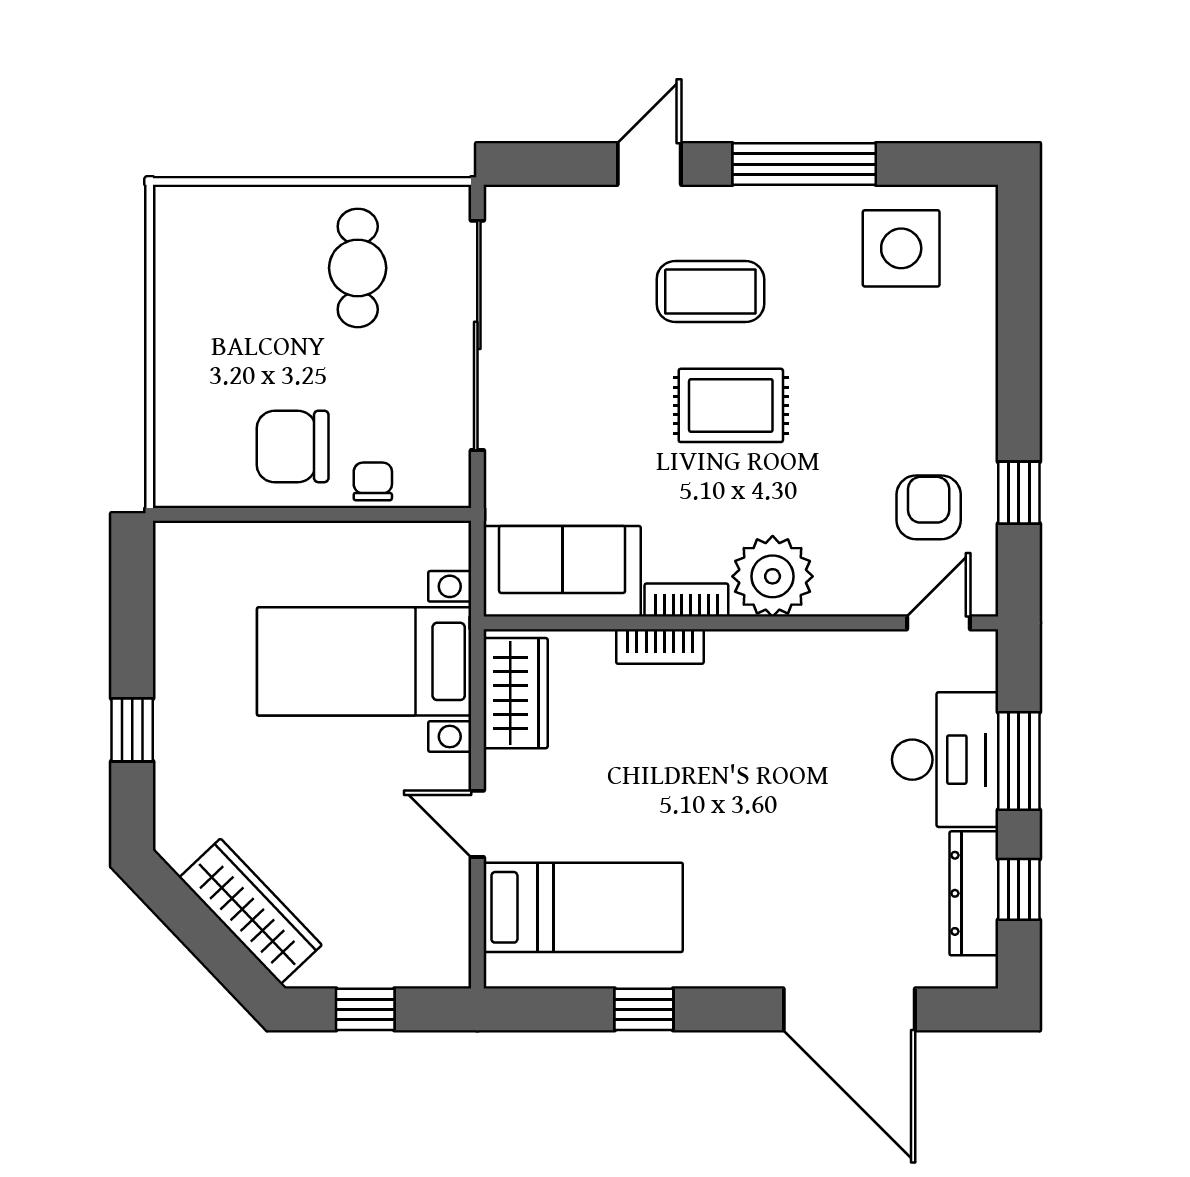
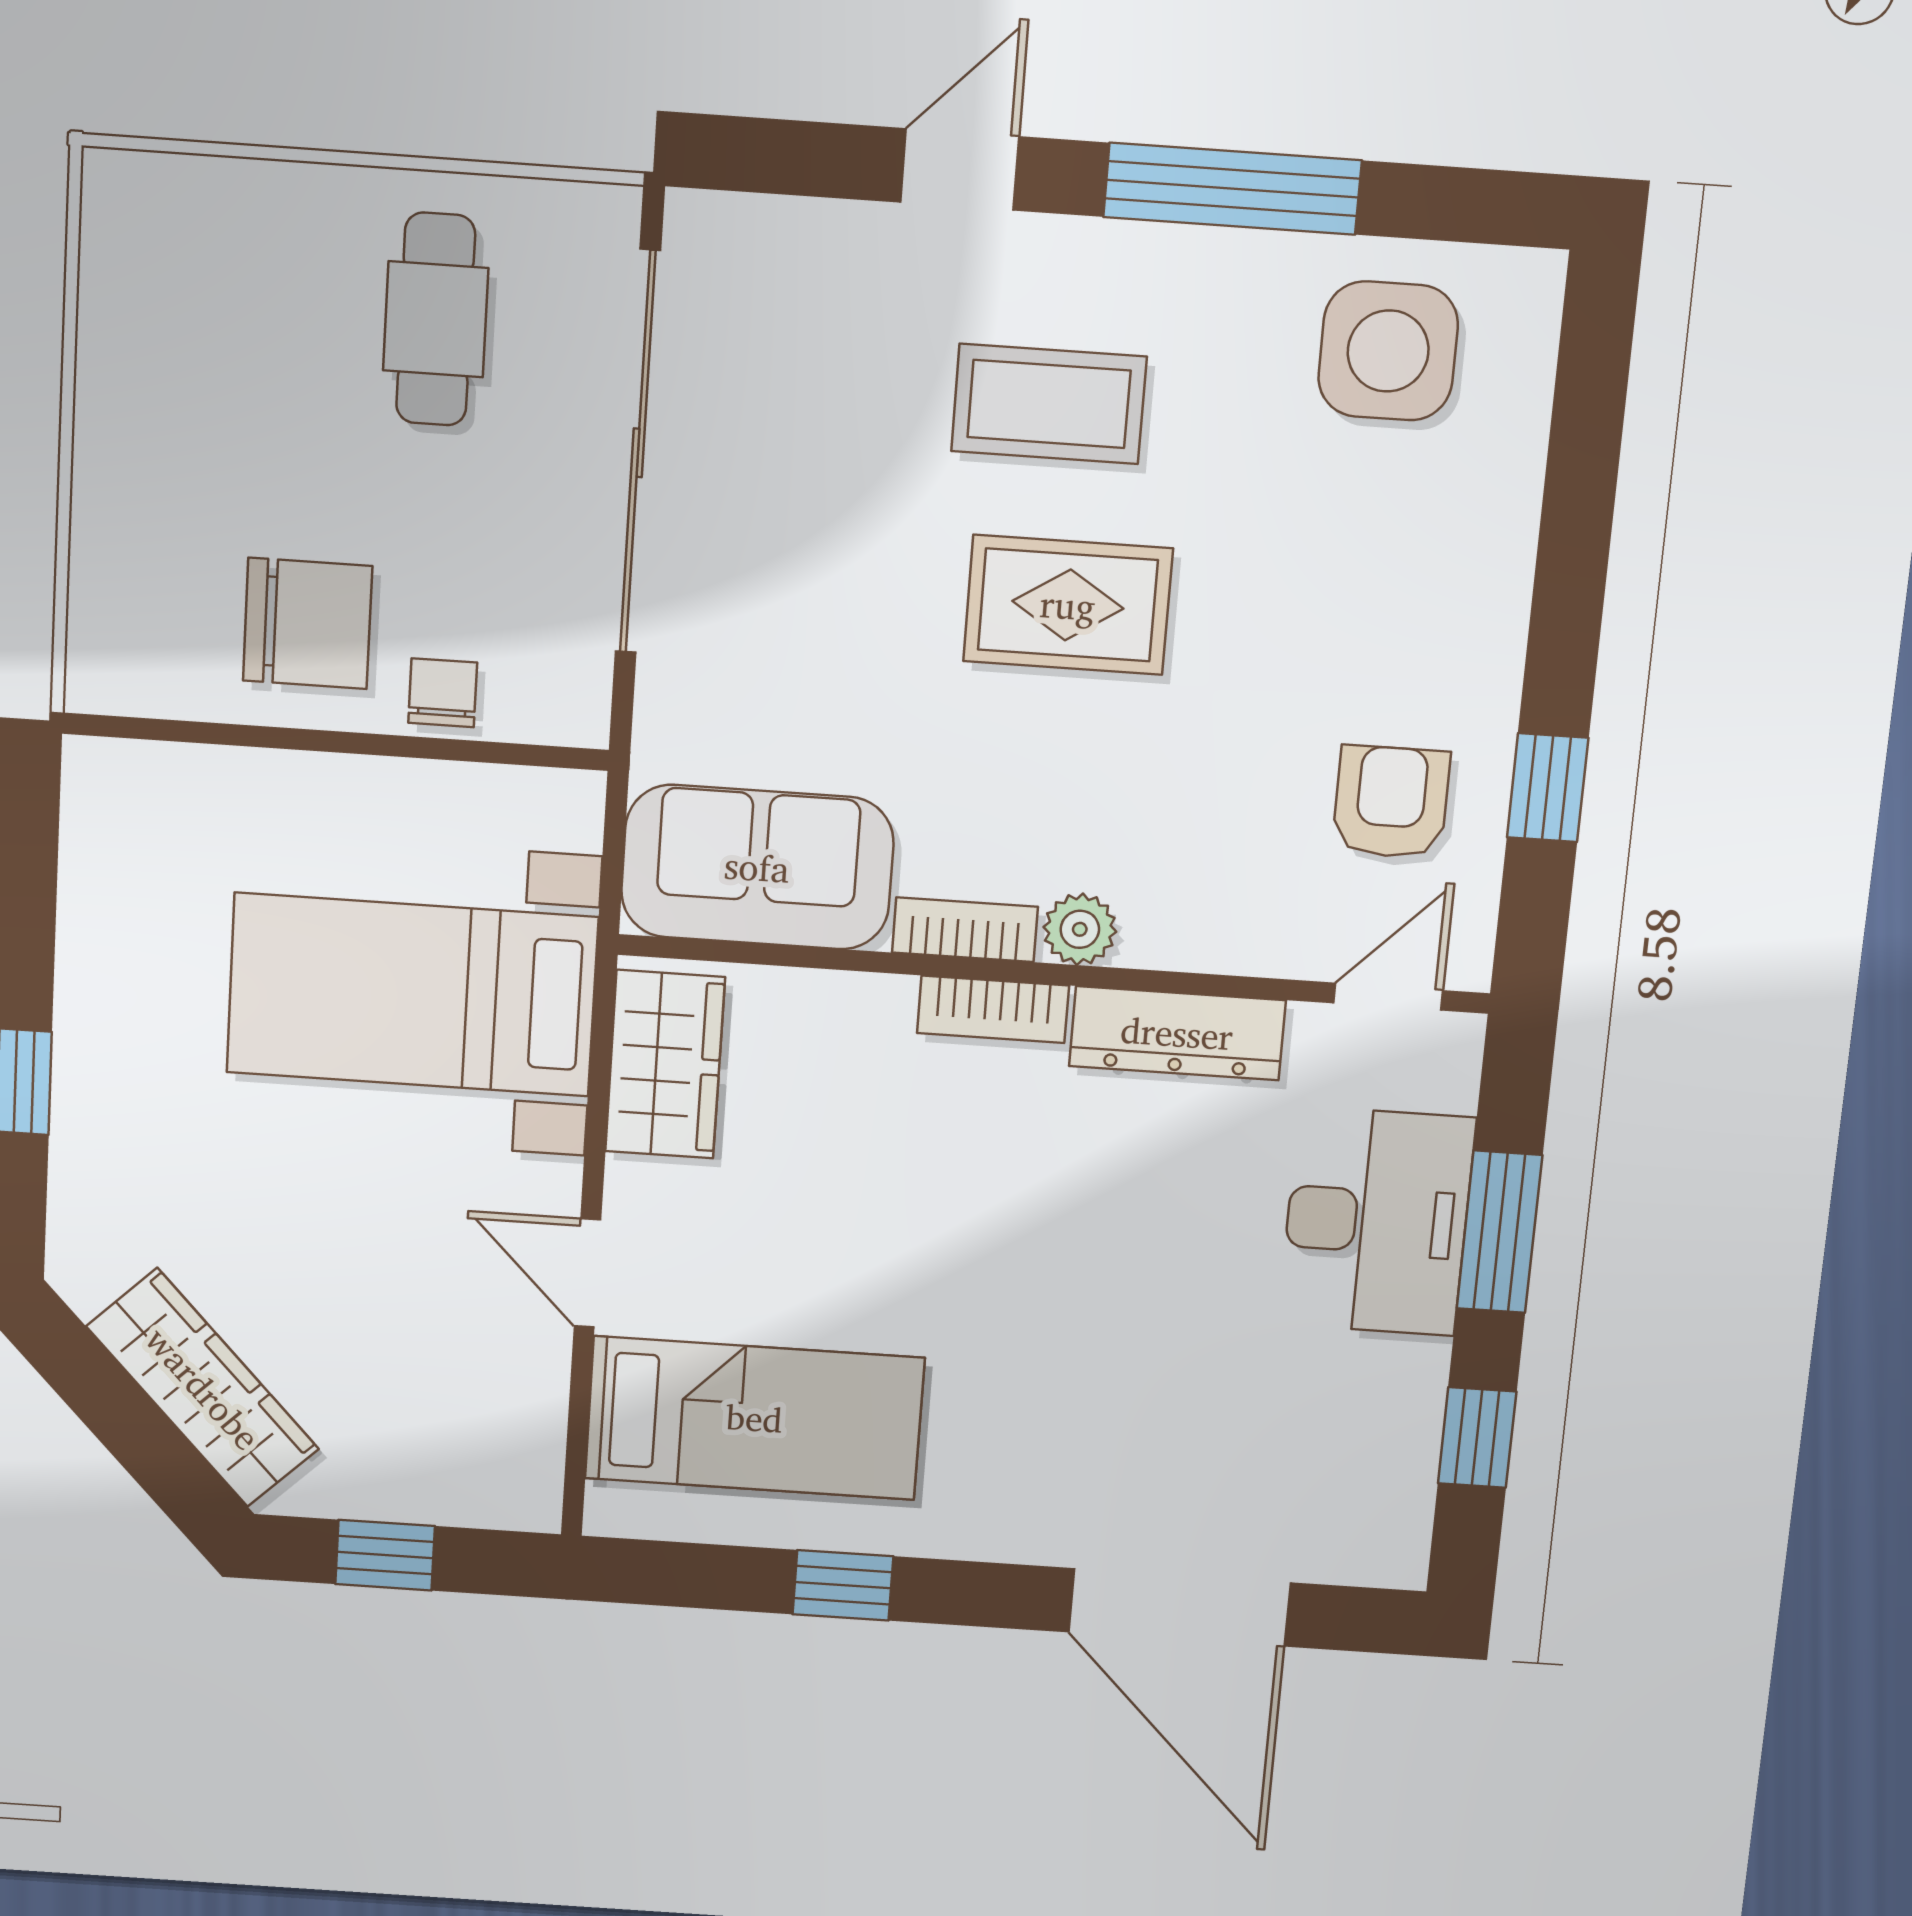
chair: (293, 446) -> (308, 623), turned 180
plant: (773, 576) -> (1080, 929), width x0.53, depth x0.53
bookcase: (660, 647) -> (993, 1009), moved
dresser: (974, 893) -> (1177, 1033), moved, turned -90

